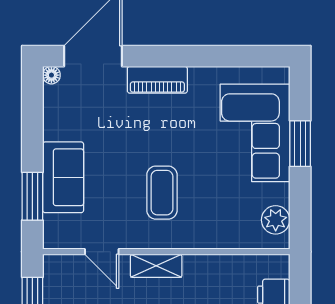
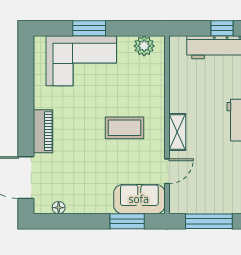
floor lamp: (51, 75) -> (59, 208), moved
sofa: (63, 177) -> (139, 199), moved

